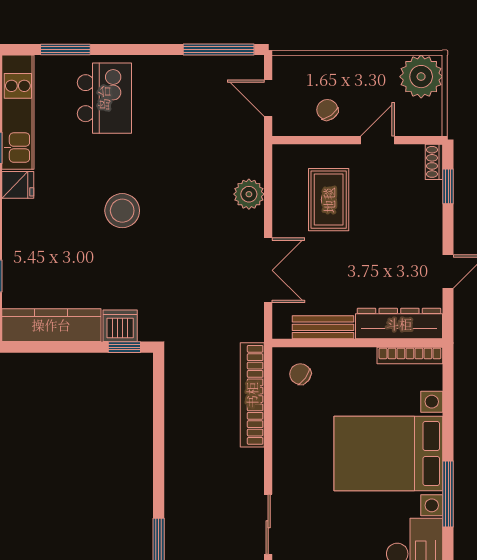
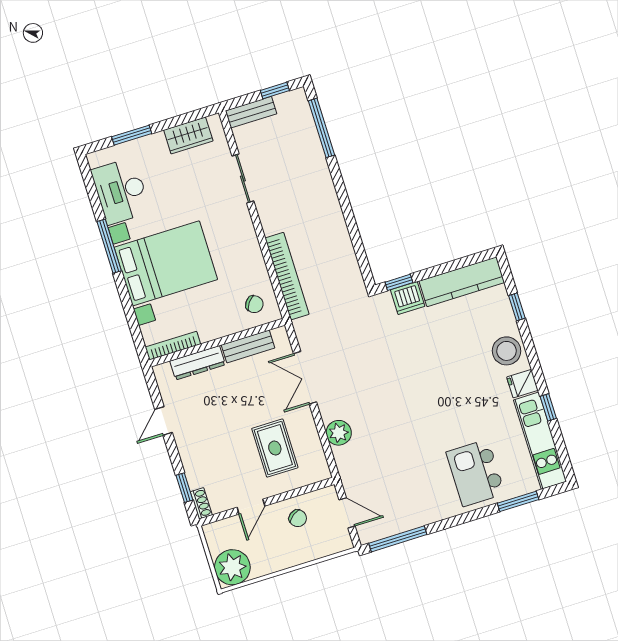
stool: (122, 211) -> (507, 351), moved
dresser: (399, 324) -> (198, 363), width x0.73, depth x0.80

